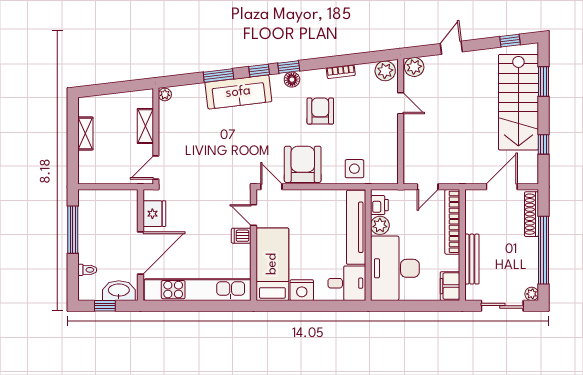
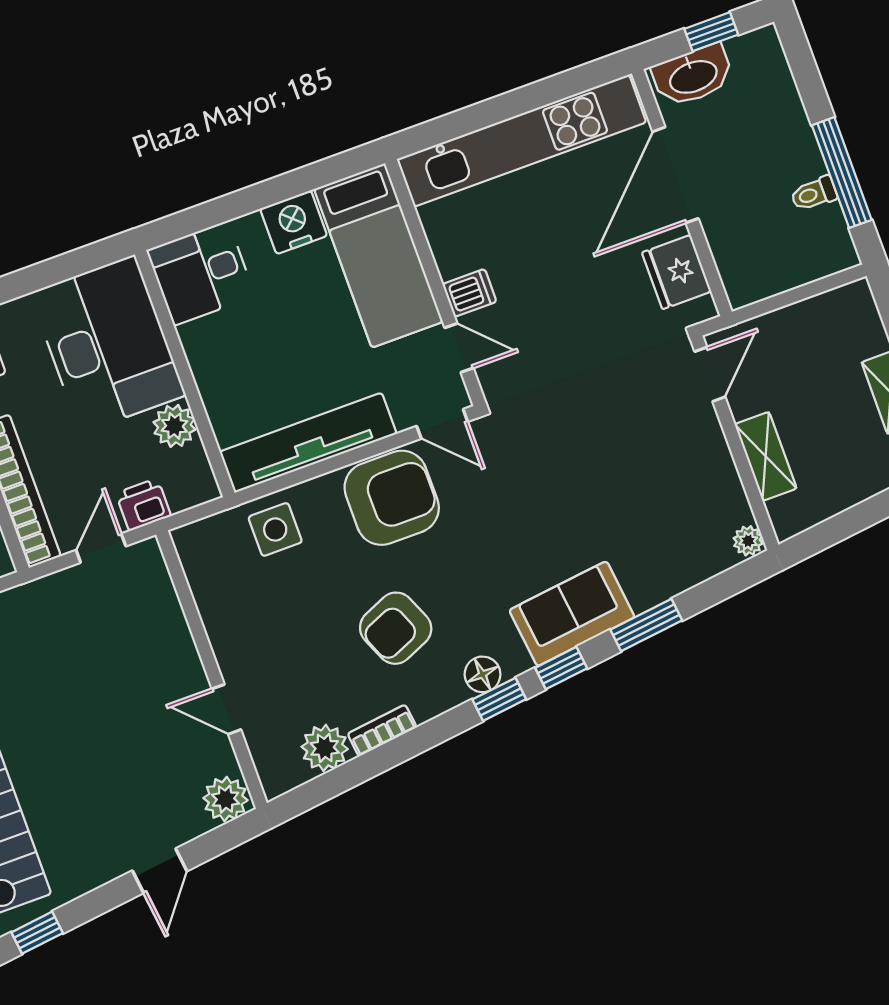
plant: (385, 71) -> (325, 748), moved
sofa: (238, 92) -> (572, 614), width x0.73
armchair: (320, 111) -> (396, 628), turned 67
armchair: (303, 164) -> (392, 498), turned -90
printer: (379, 205) -> (143, 505), moved, turned 90
tv unit: (356, 227) -> (308, 443), moved, turned -90
toilet: (87, 270) -> (814, 194), moved

